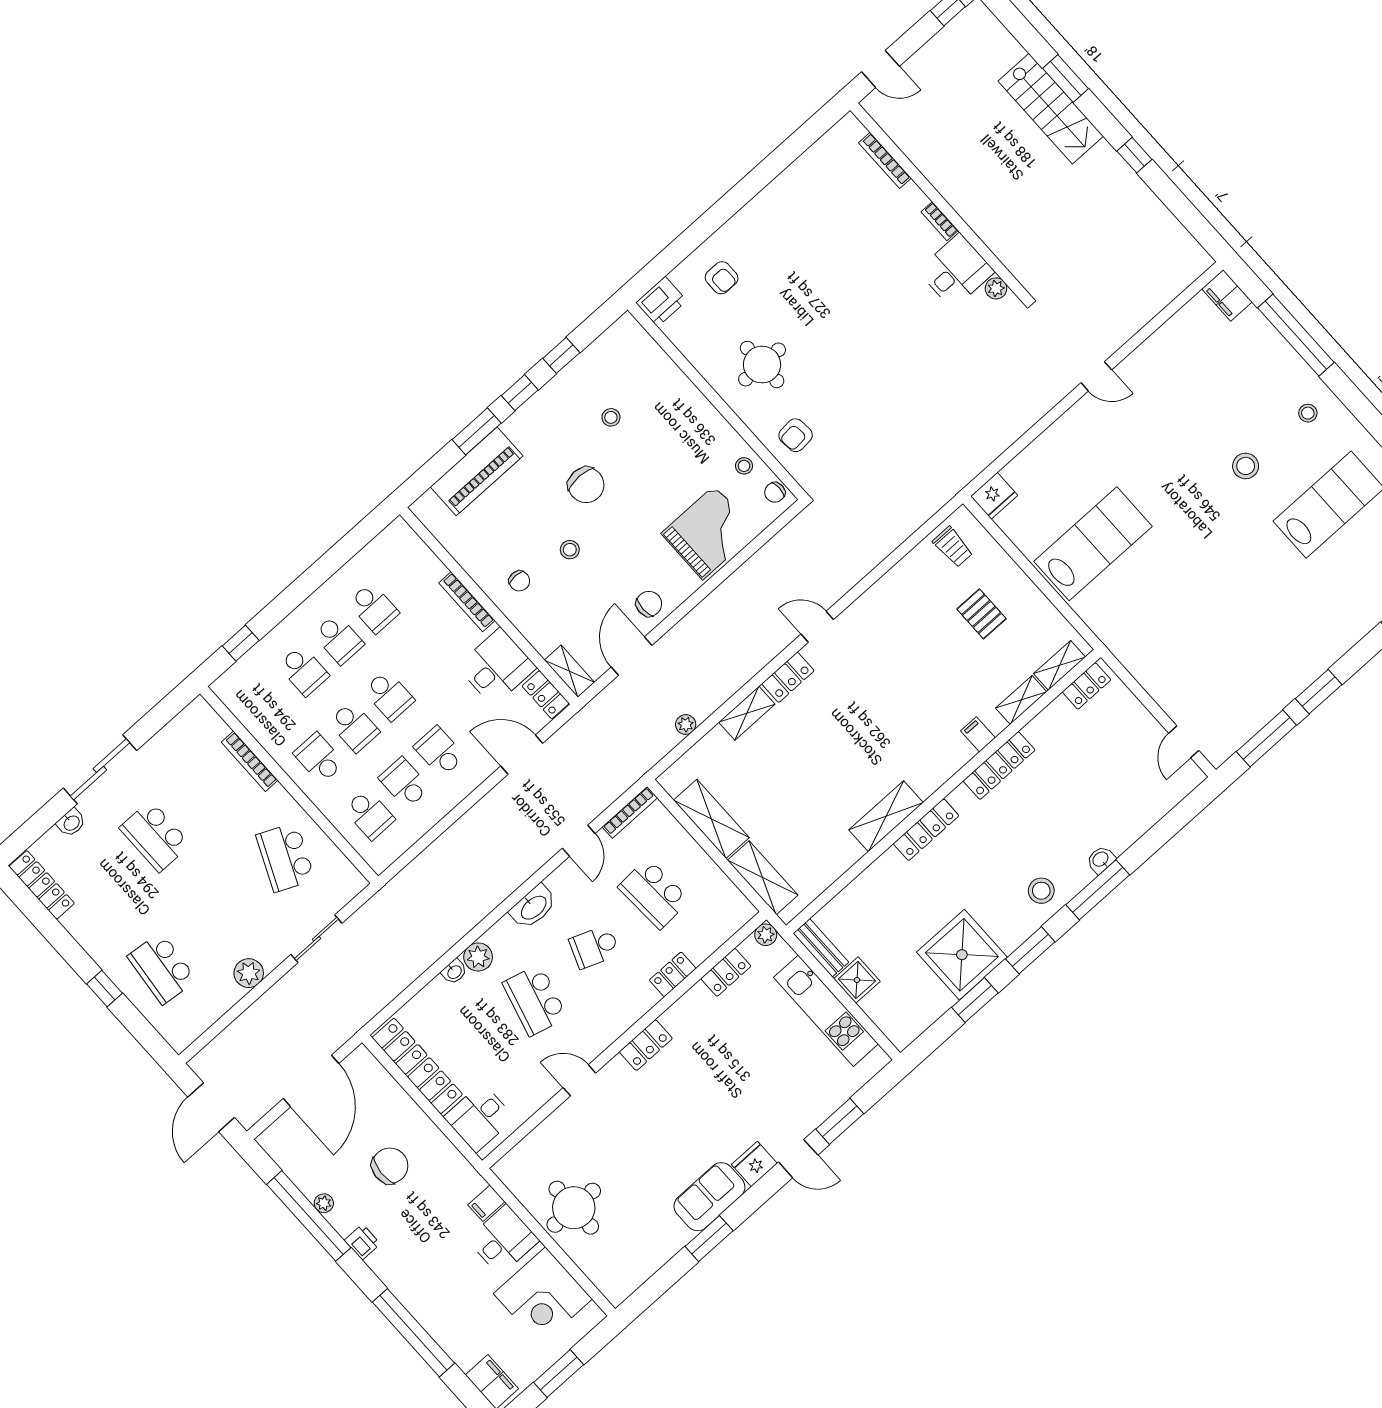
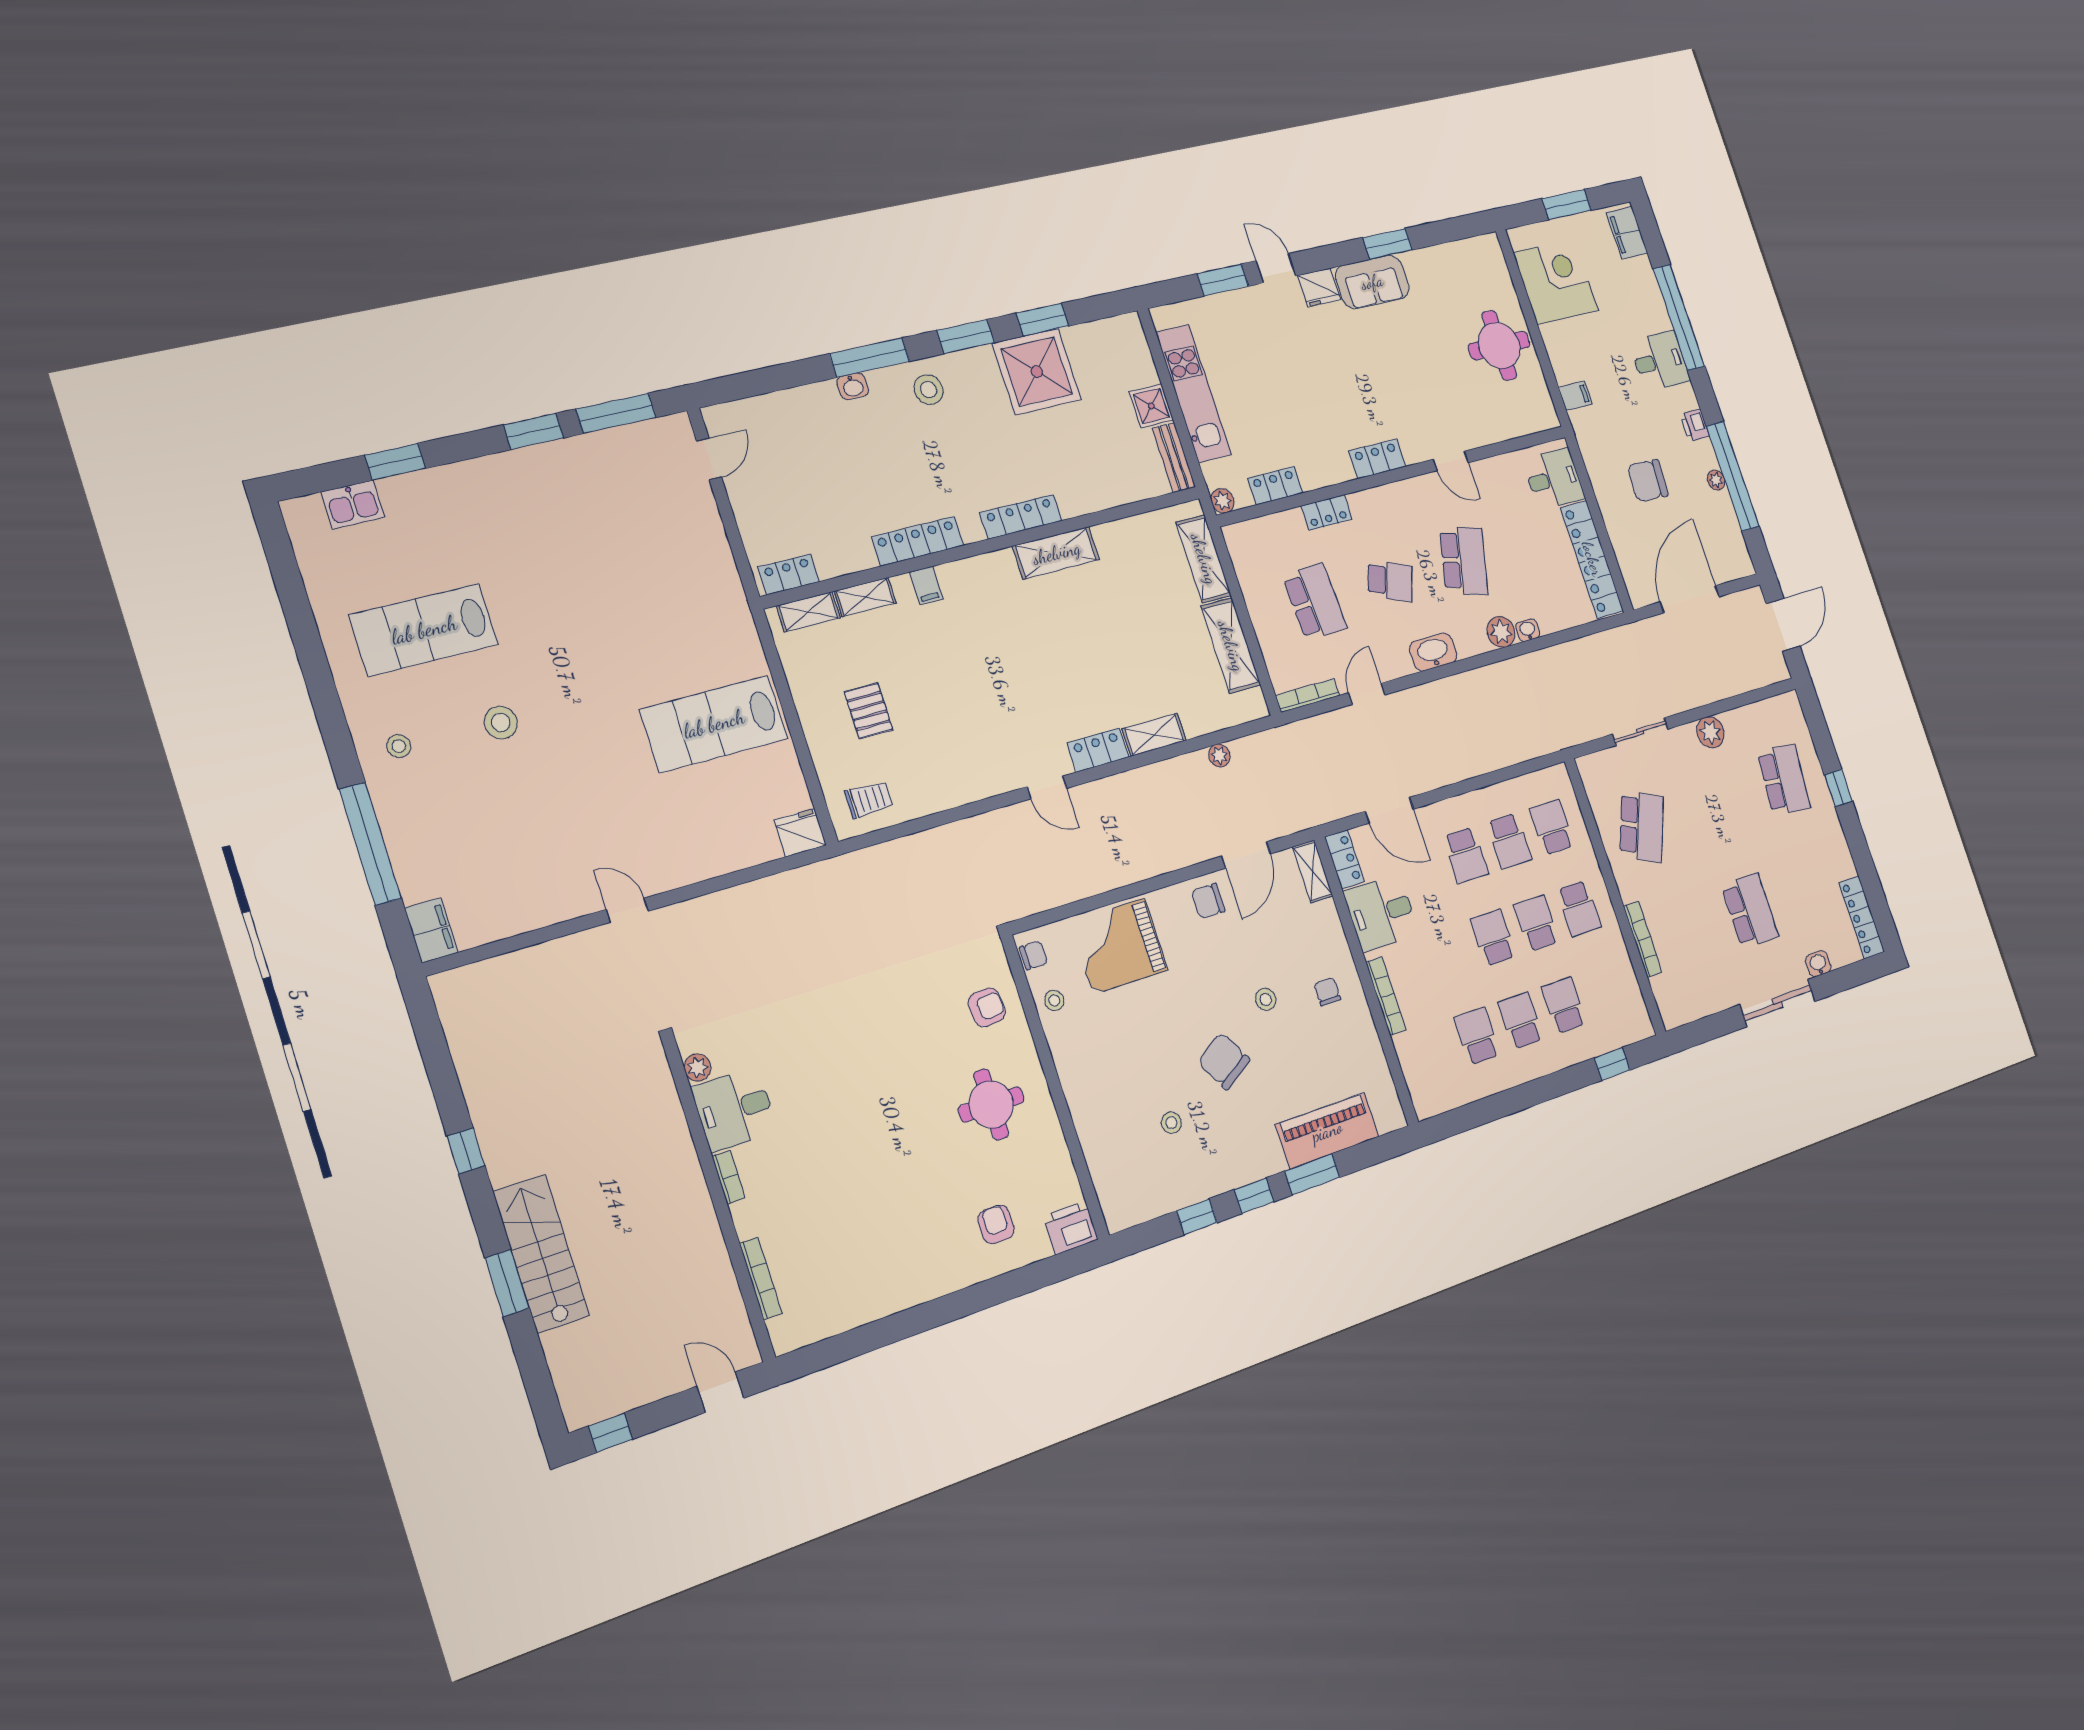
chair: (586, 485) -> (1224, 1061), turned -31
trolley: (953, 547) -> (869, 799), turned 90
desk: (503, 1240) -> (1660, 361), moved, turned 180

